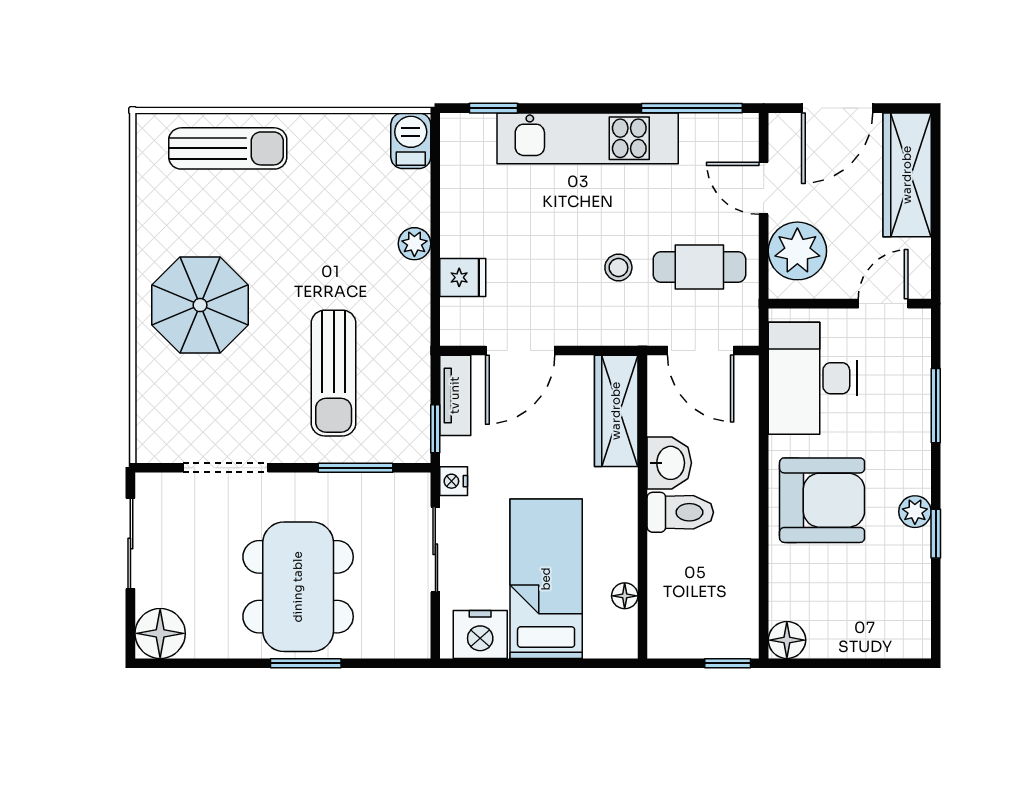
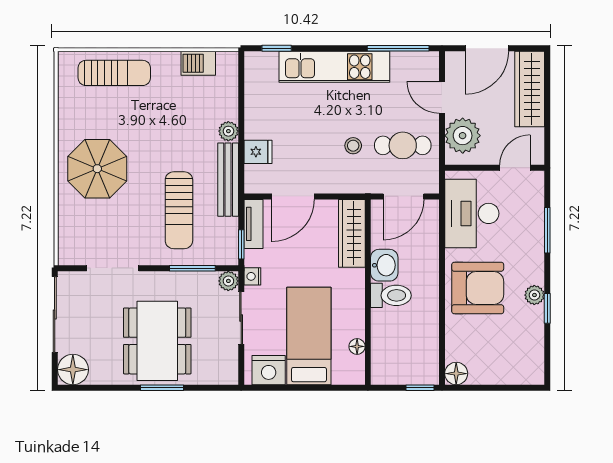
barbecue: (411, 141) -> (198, 63), moved, turned -90
bench: (414, 323) -> (228, 180), added
door: (701, 351) -> (403, 196), hinge flipped
plant: (414, 489) -> (228, 281), added
sliding door: (130, 544) -> (55, 315), width x1.37

